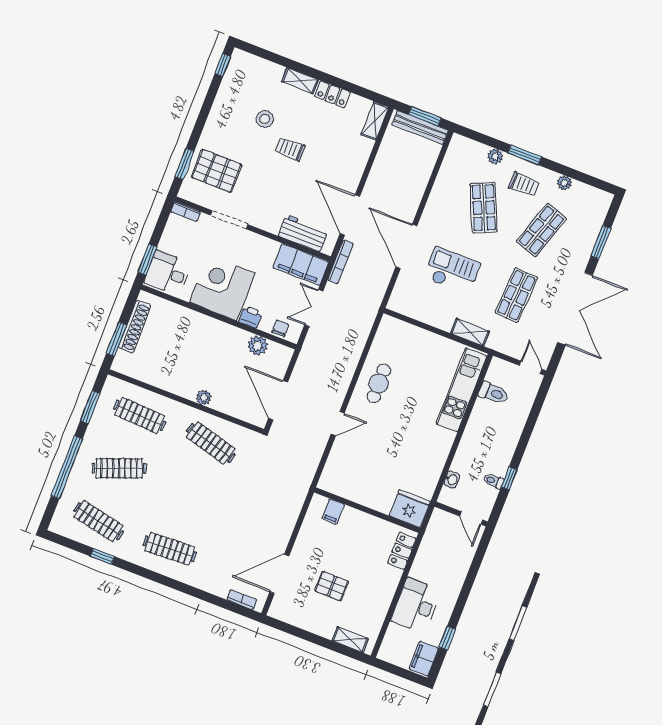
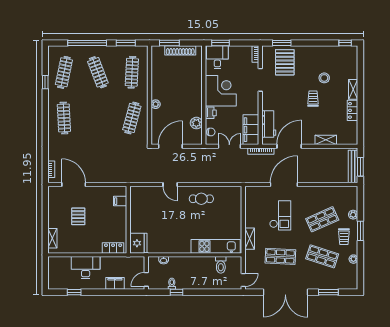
shelving: (375, 121) -> (326, 140), moved
filing cabinet: (424, 659) -> (115, 283), moved

